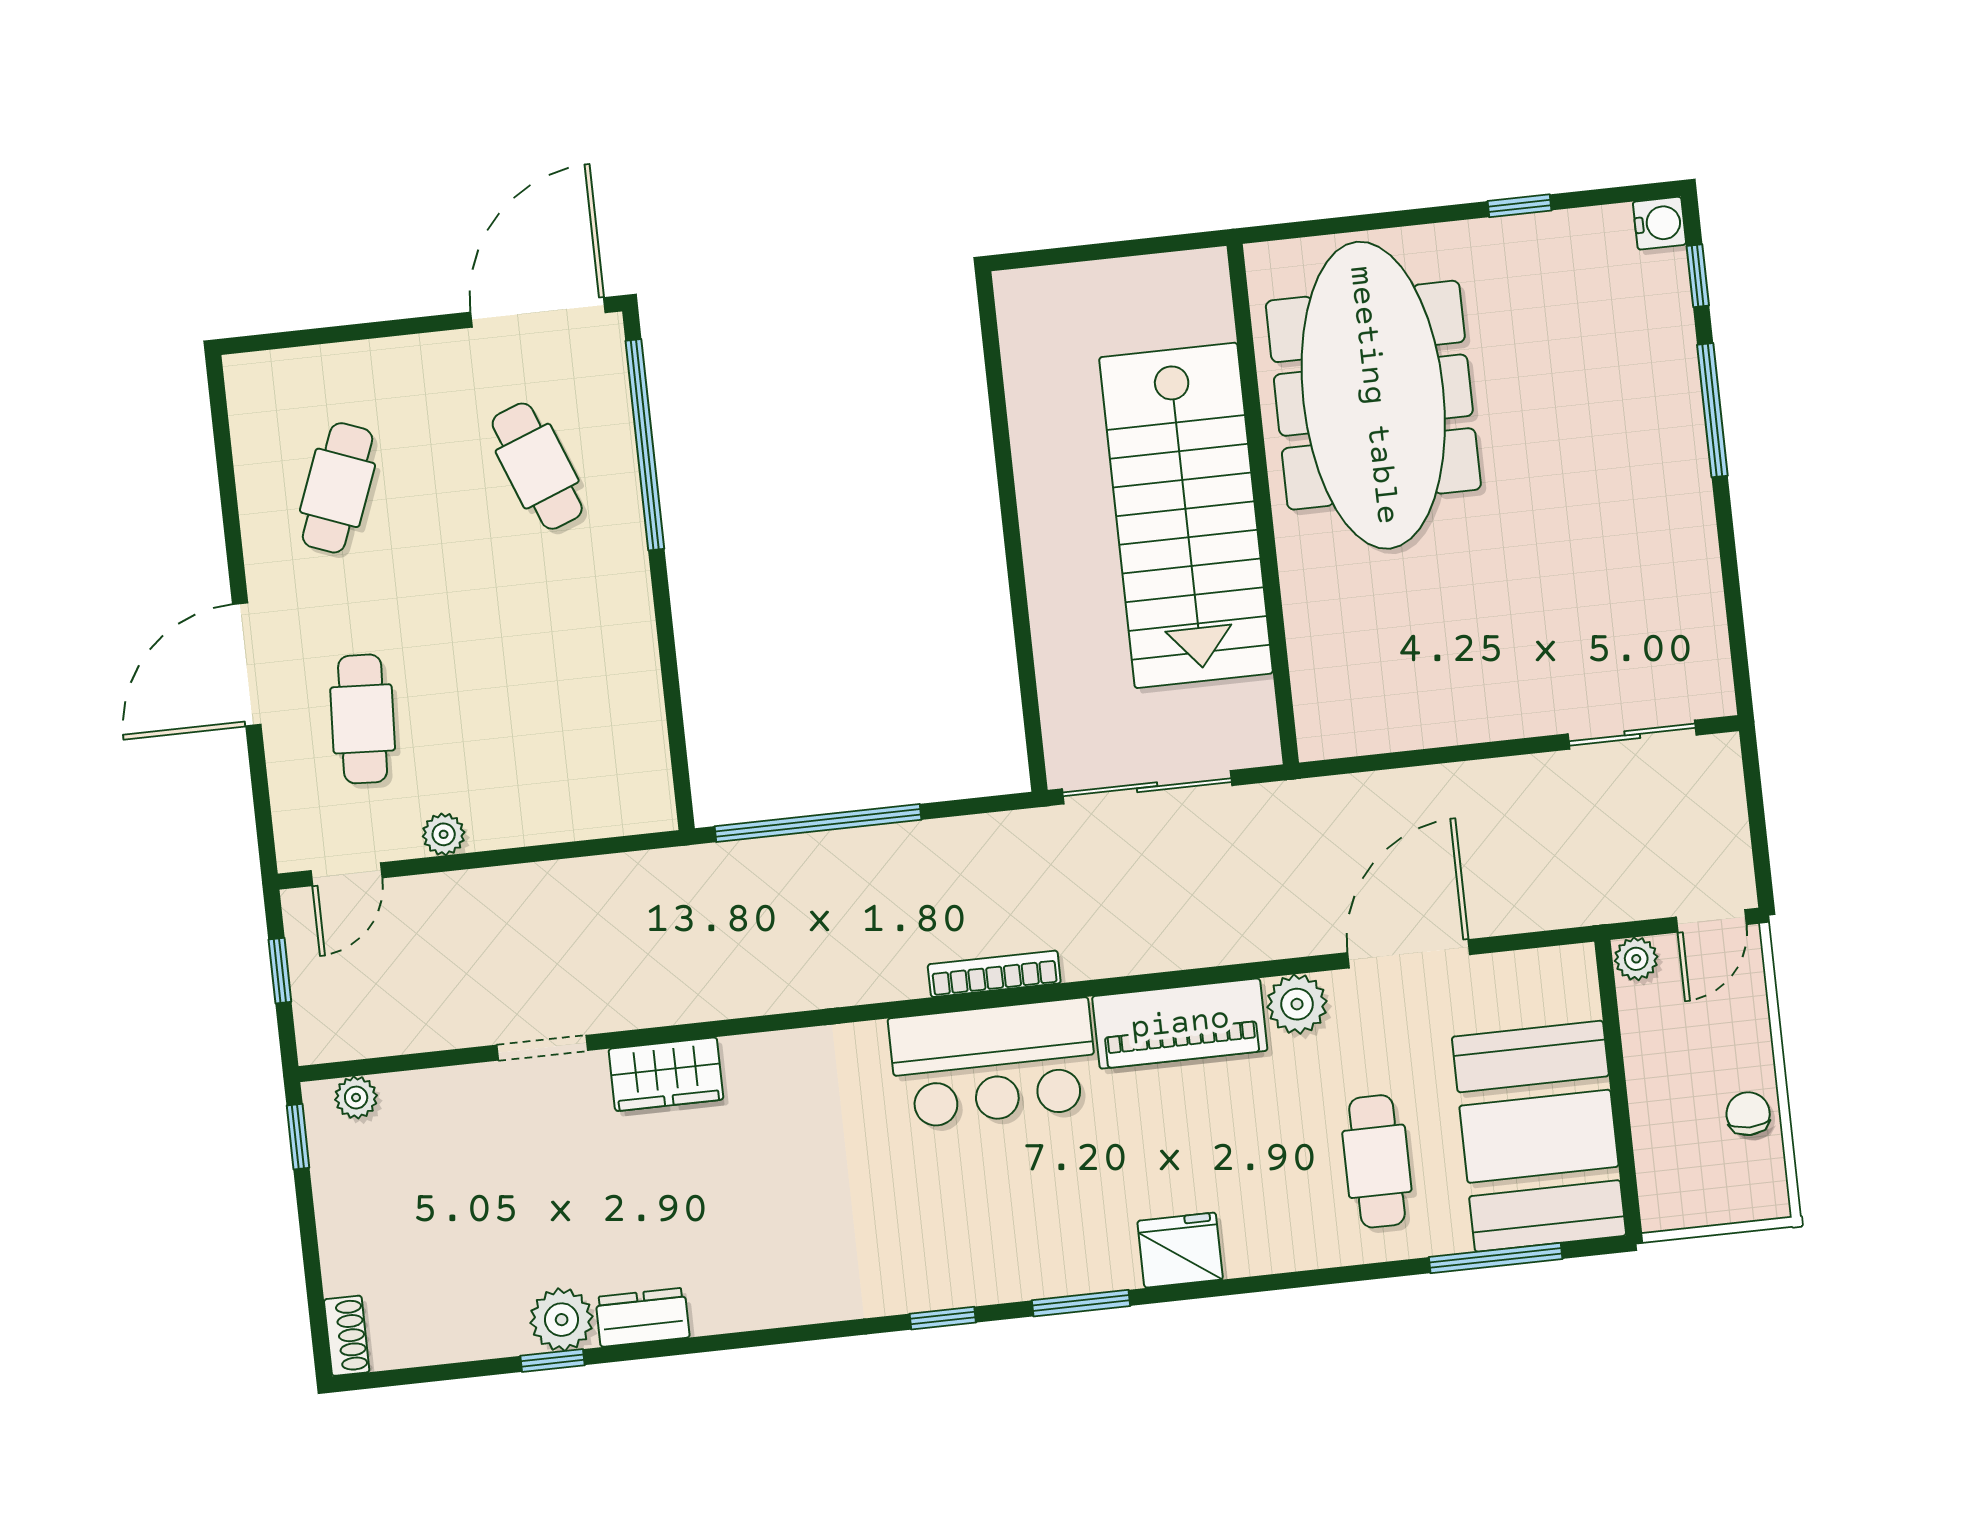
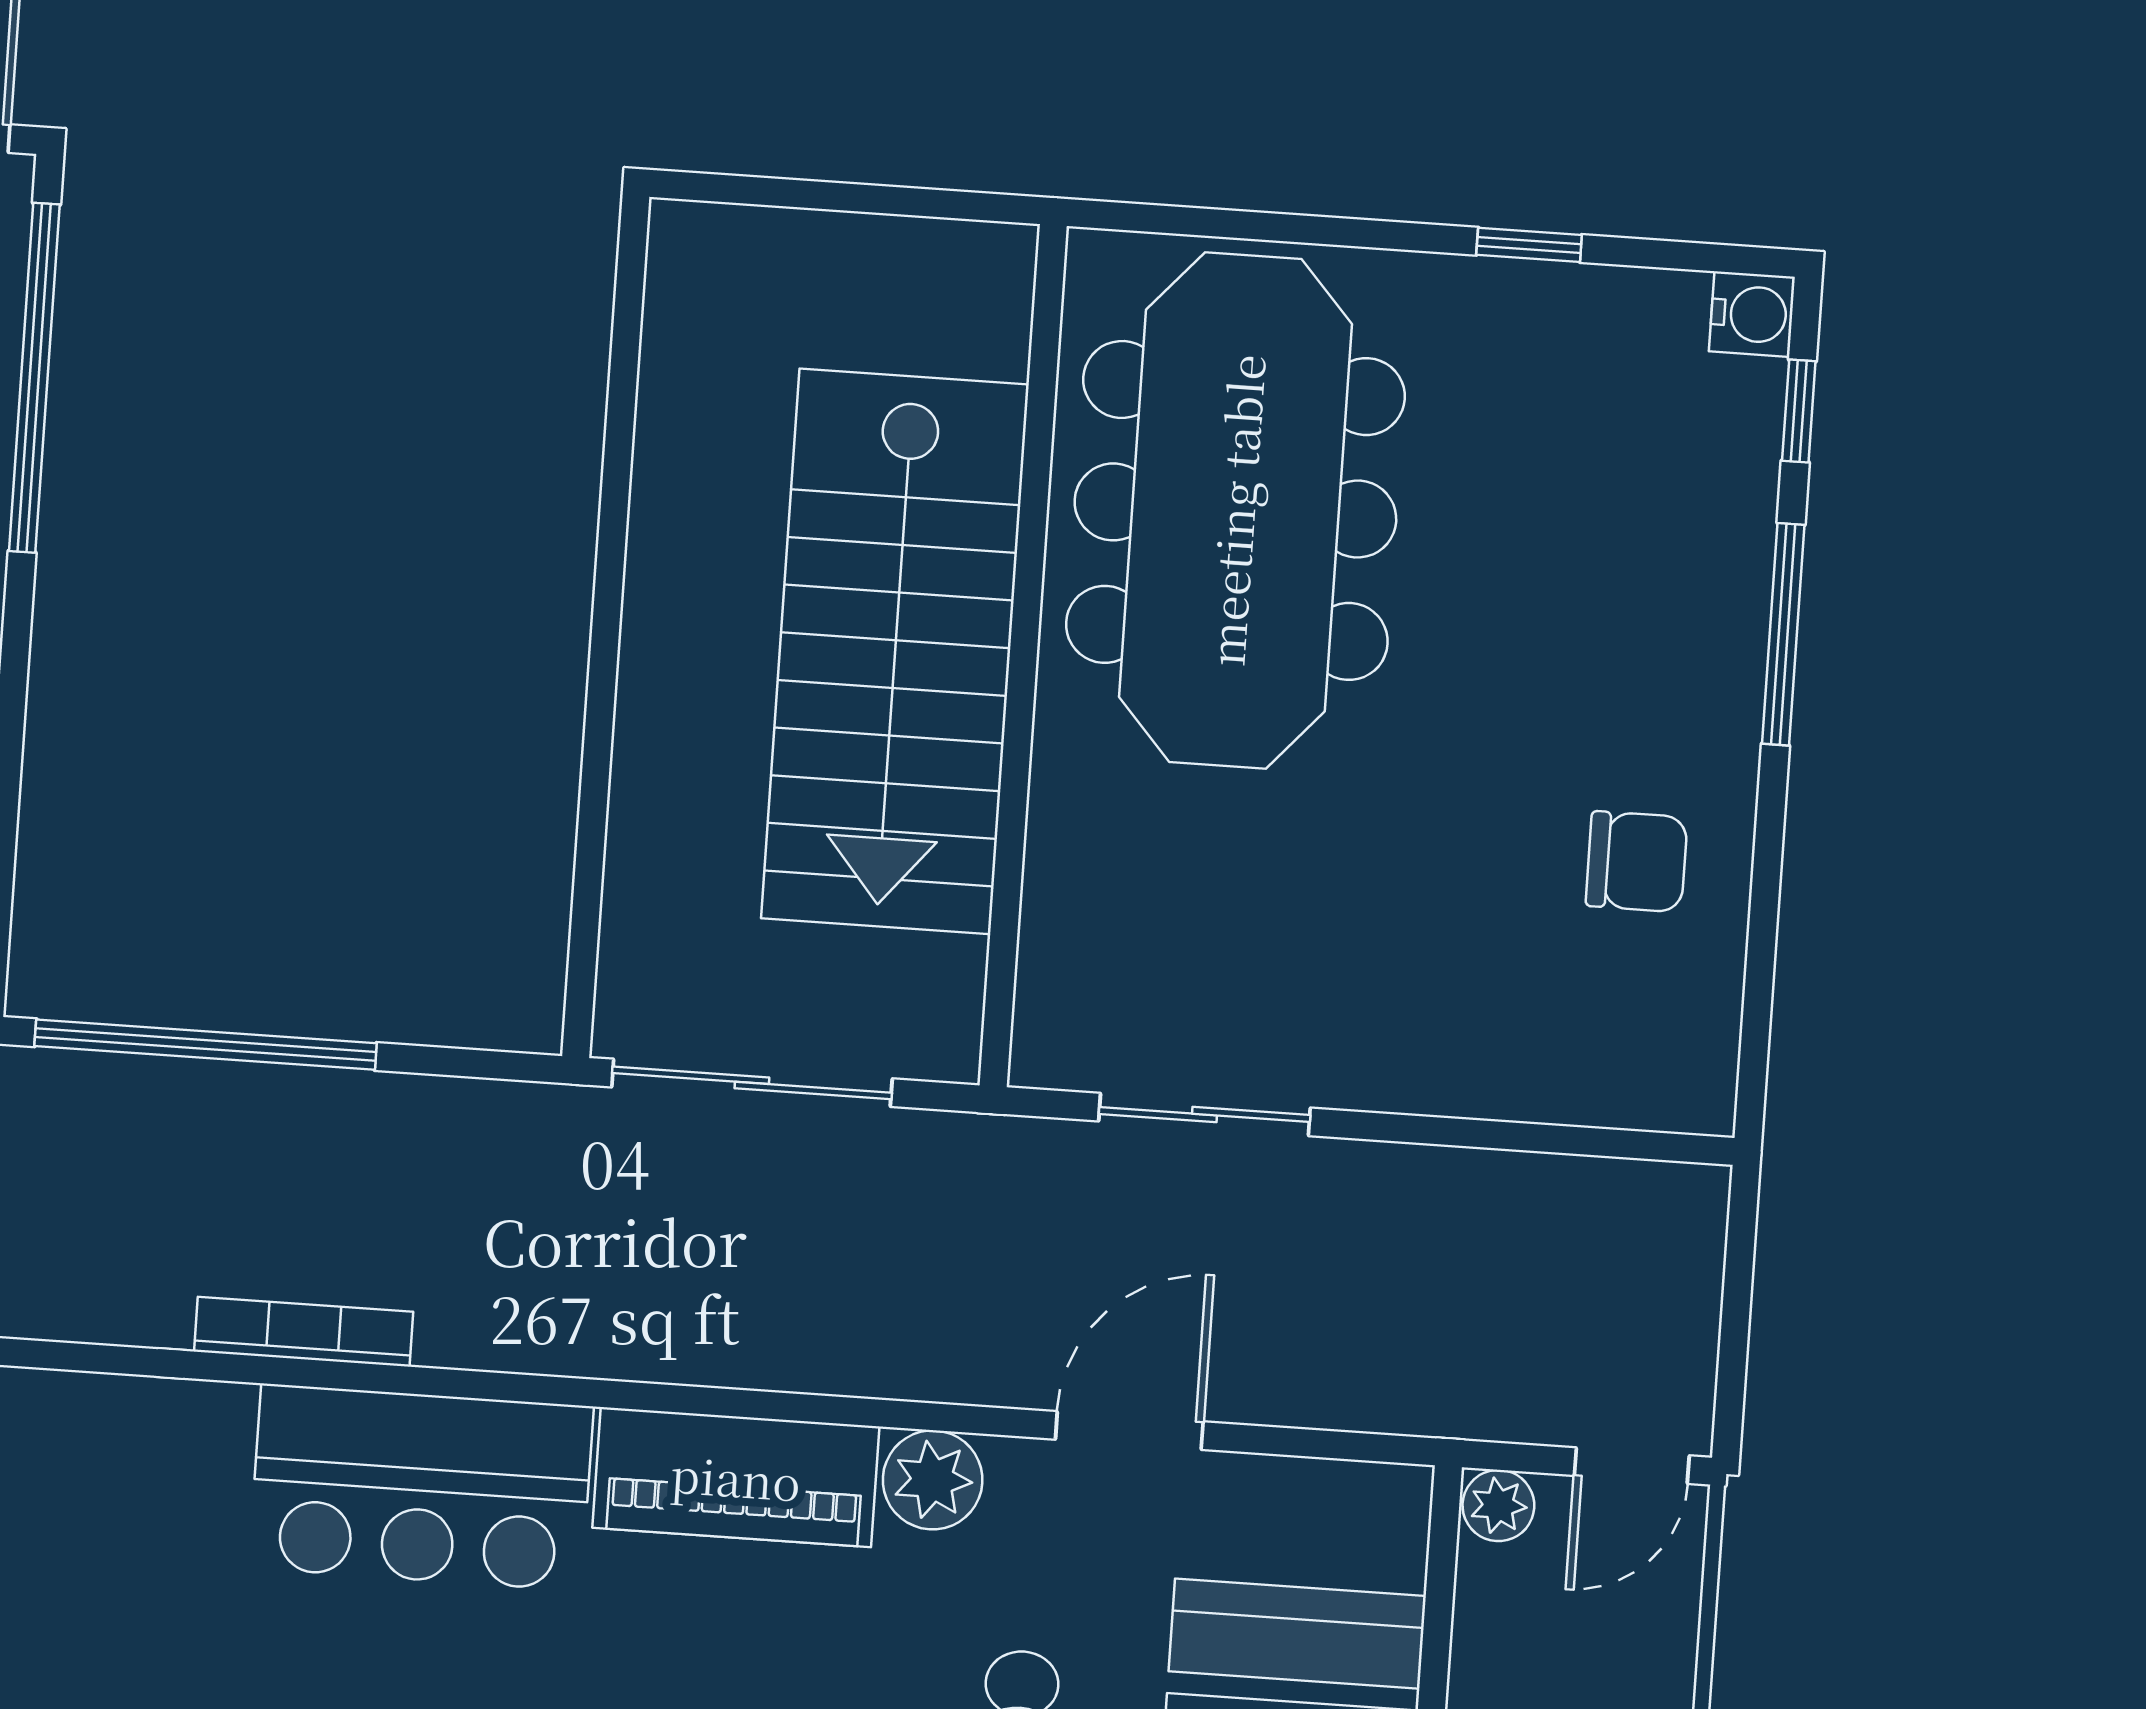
chair: (1649, 561) -> (1637, 862), added
sliding door: (1632, 735) -> (1205, 1114), moved
door: (1409, 954) -> (1129, 1430), width x0.73
bookcase: (994, 974) -> (304, 1332), moved

